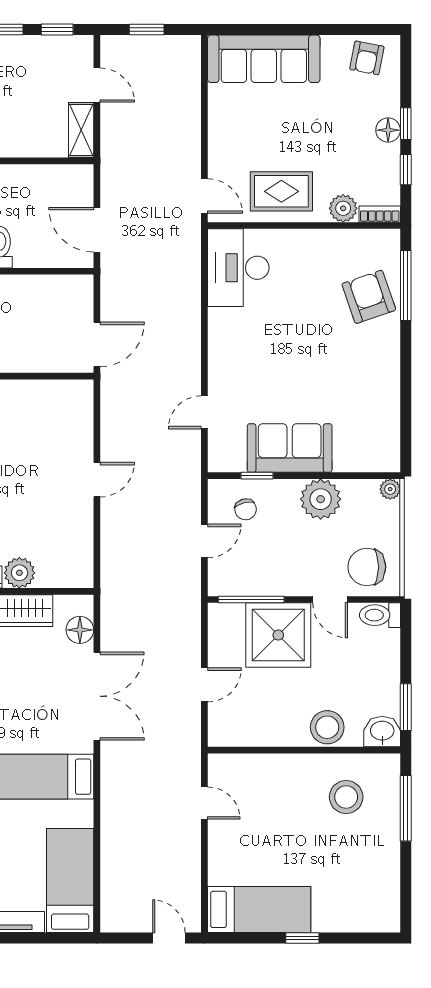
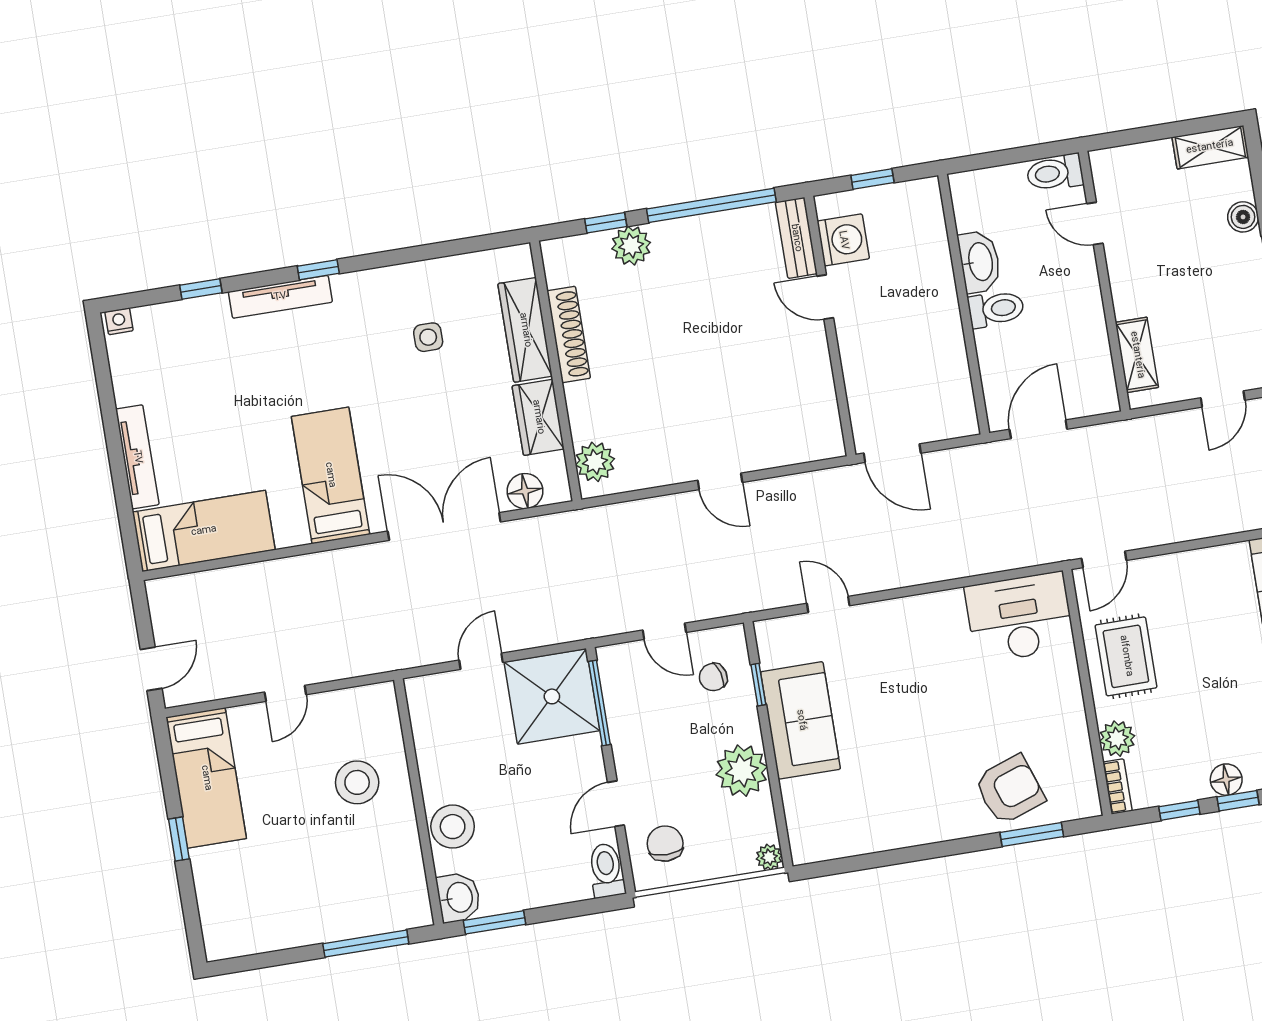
shelving: (81, 130) -> (1137, 355), moved, turned 90
window: (406, 286) -> (1032, 834), width x0.69
chair: (367, 567) -> (665, 844), width x0.73, depth x0.73
plant: (19, 573) -> (595, 462), moved
shower: (278, 635) -> (552, 696), moved
door: (204, 685) -> (481, 661), swing flipped
double door: (97, 696) -> (444, 527), swing flipped
stool: (346, 797) -> (357, 782), moved
door: (204, 803) -> (285, 693), moved

